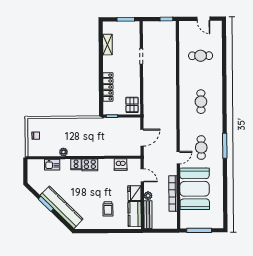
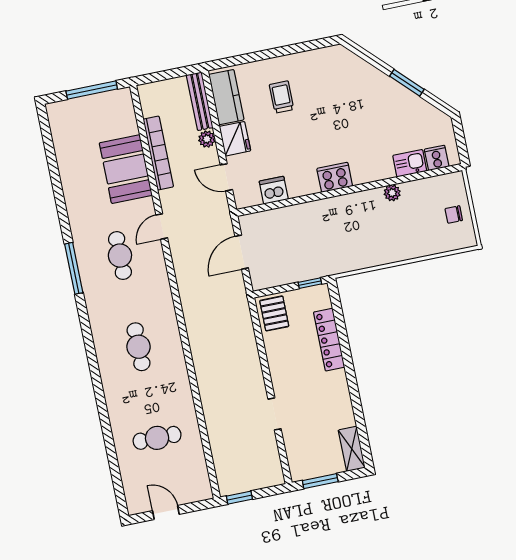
shelving: (107, 45) -> (352, 449), moved
cooker: (76, 164) -> (437, 158), moved
booth: (195, 189) -> (126, 169), width x0.73, depth x0.70
kitchen counter: (62, 207) -> (374, 82), removed

